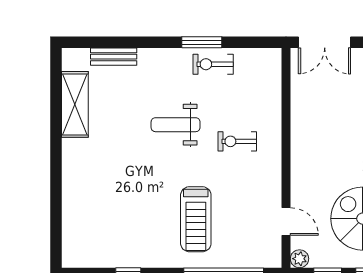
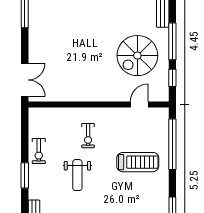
window: (202, 42) -> (25, 175), moved
plant: (300, 259) -> (163, 96), removed

